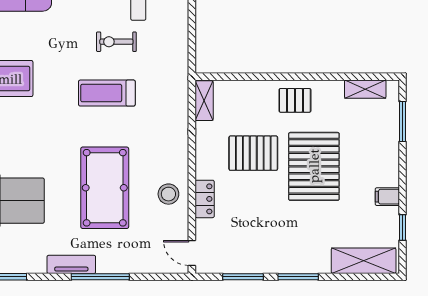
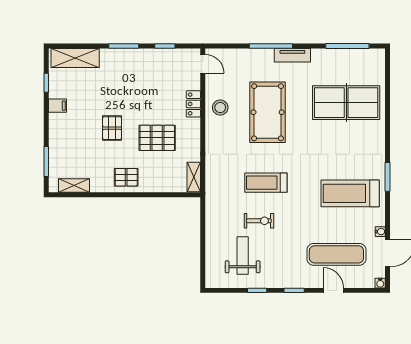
treadmill: (107, 93) -> (266, 183), turned 180
pallet: (314, 166) -> (112, 128), width x0.49, depth x0.50
window: (243, 277) -> (165, 46), width x0.67

